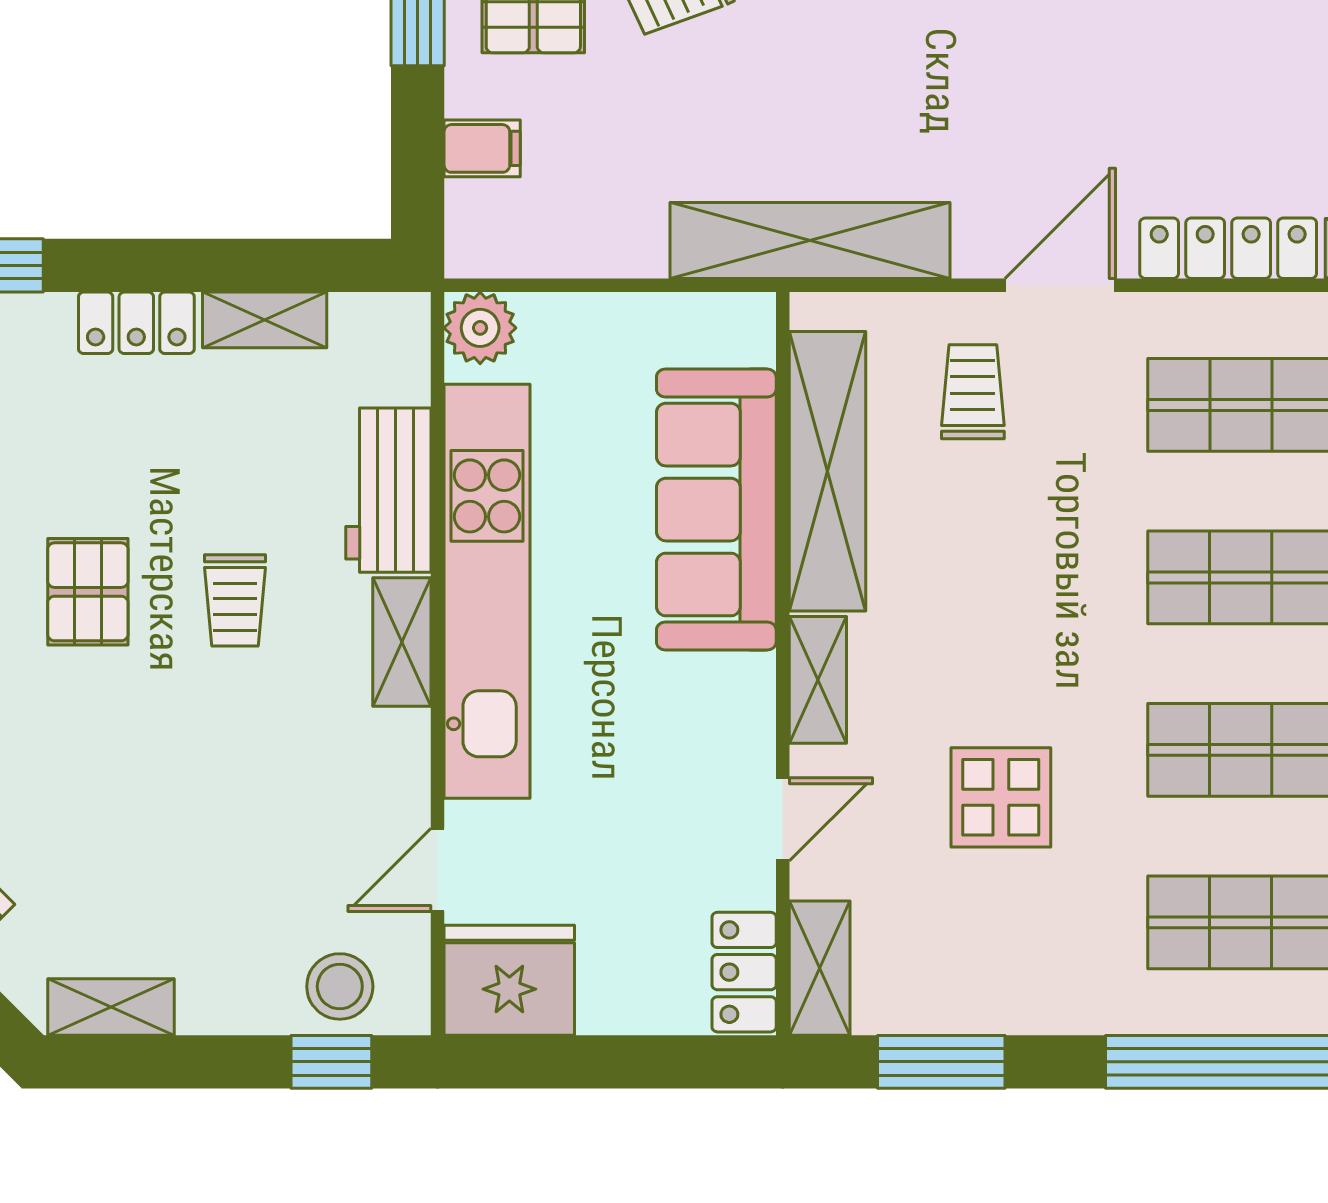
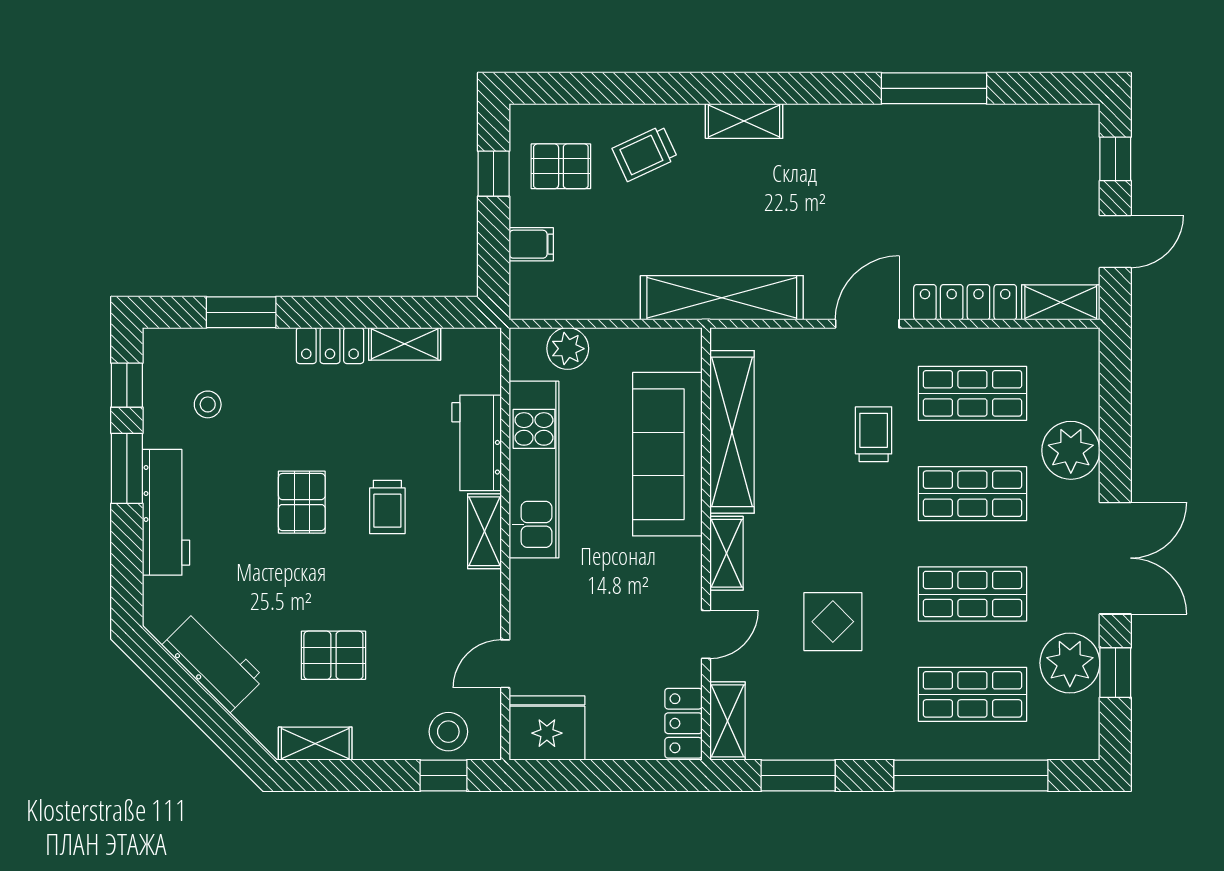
plant: (480, 328) -> (568, 349), moved
trolley: (973, 392) -> (874, 434), moved
kitchen unit: (487, 591) -> (534, 470), width x0.73
pallet: (142, 855) -> (333, 655), added

